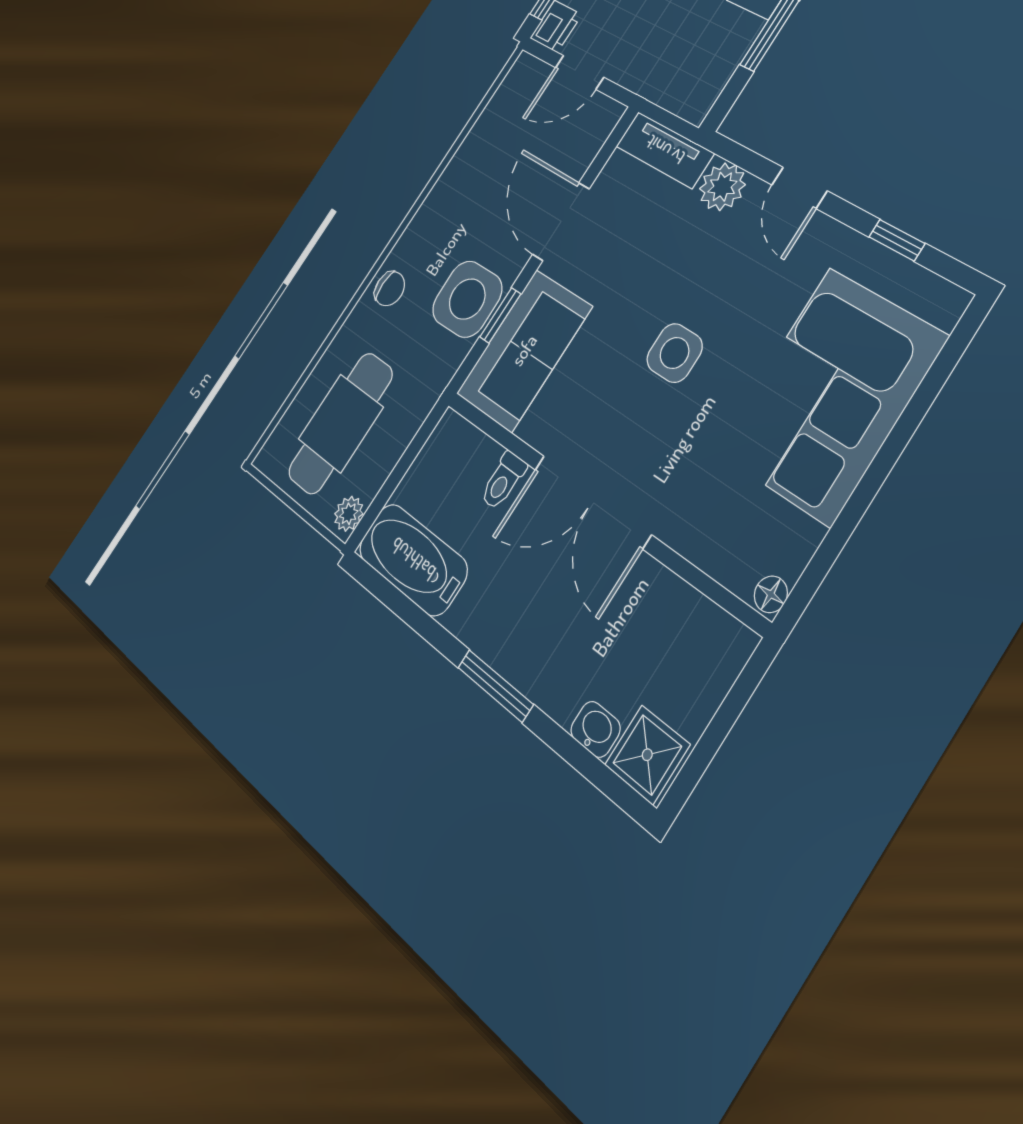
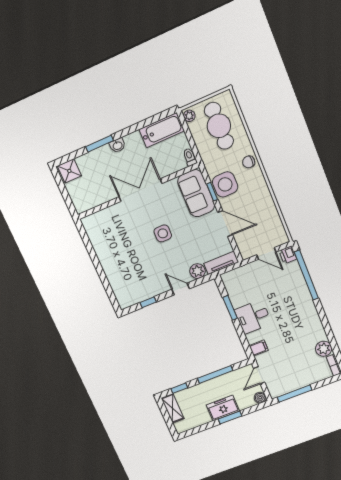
door: (580, 72) -> (266, 253), swing flipped
corner sofa: (830, 395) -> (123, 264), removed
toilet: (503, 481) -> (190, 157), moved
floor lamp: (771, 594) -> (86, 223), removed
window: (495, 686) -> (100, 144), moved
washbasin: (596, 729) -> (117, 145), moved

